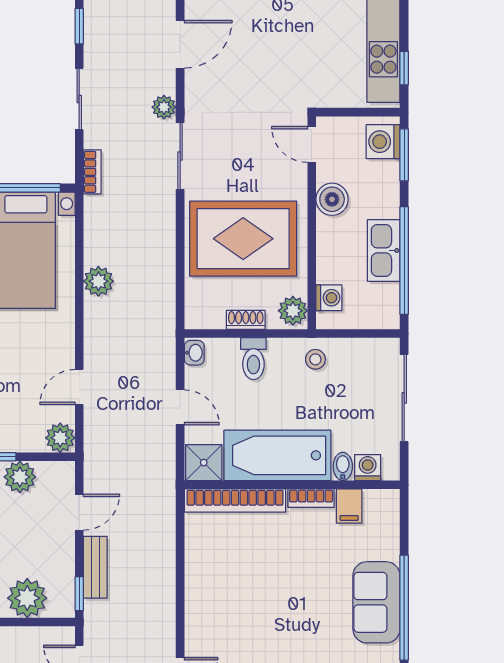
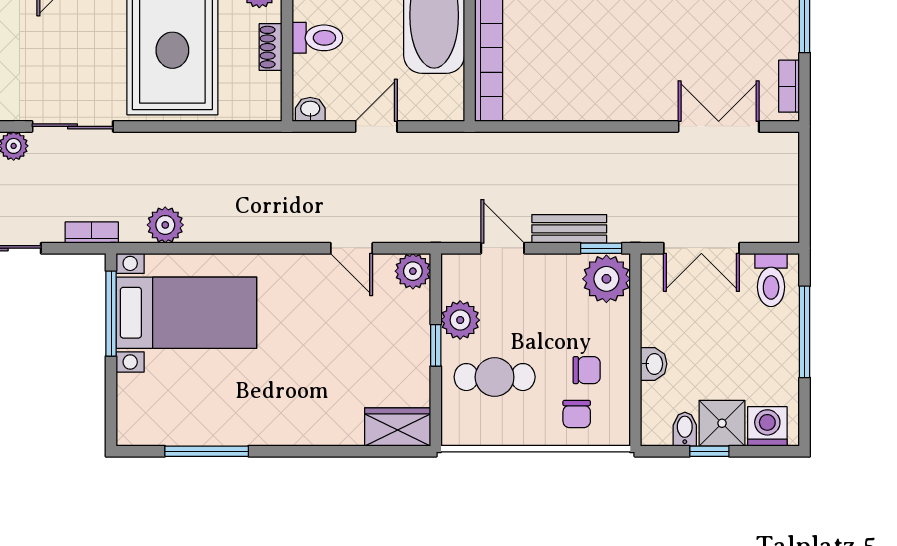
plant: (98, 281) -> (165, 225), moved
shower: (204, 463) -> (443, 98), removed
plant: (27, 598) -> (606, 279), moved

